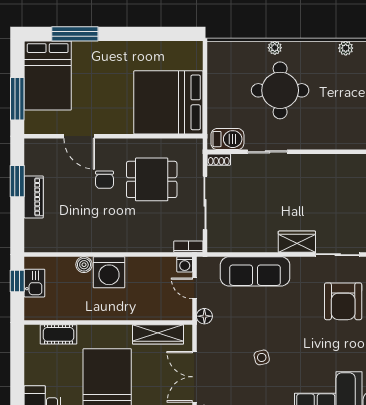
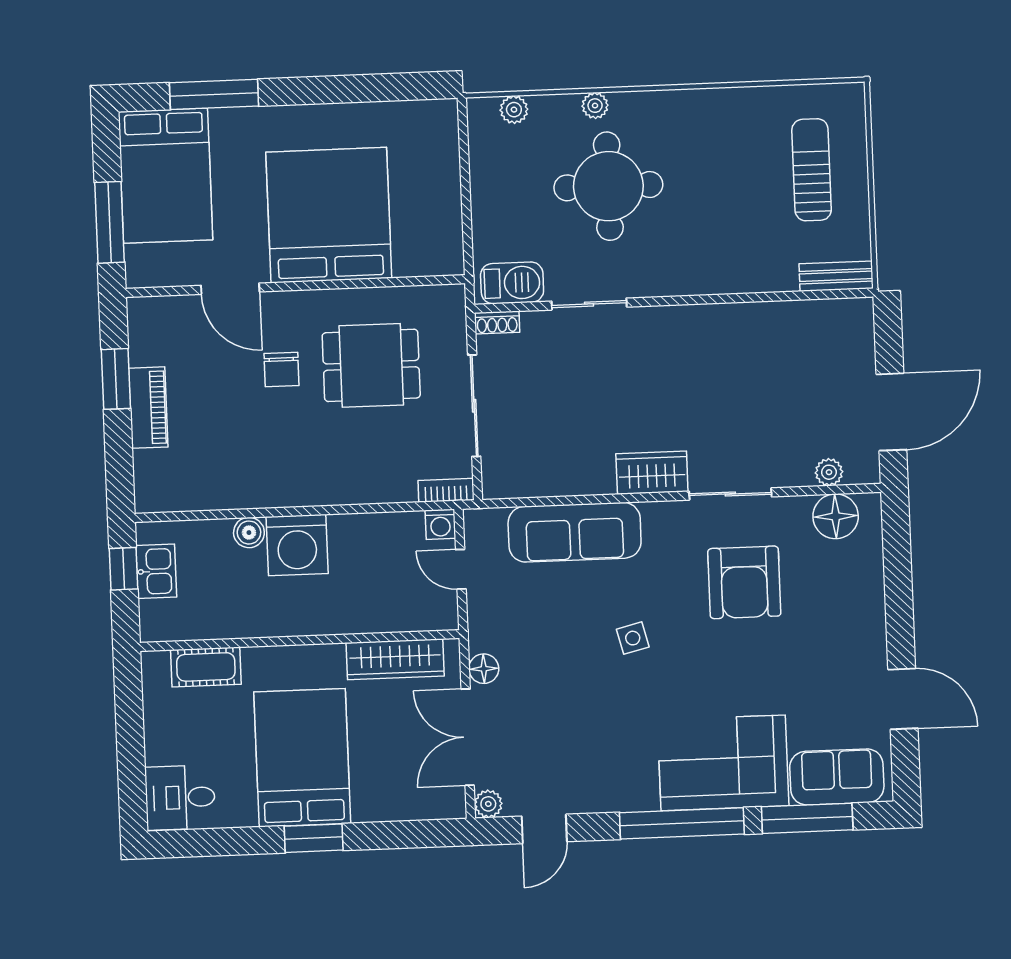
plant: (346, 48) -> (514, 110), moved
bed: (168, 102) -> (329, 215), moved, turned 90
floor lamp: (204, 316) -> (484, 669), moved
side table: (262, 357) -> (633, 638), moved

